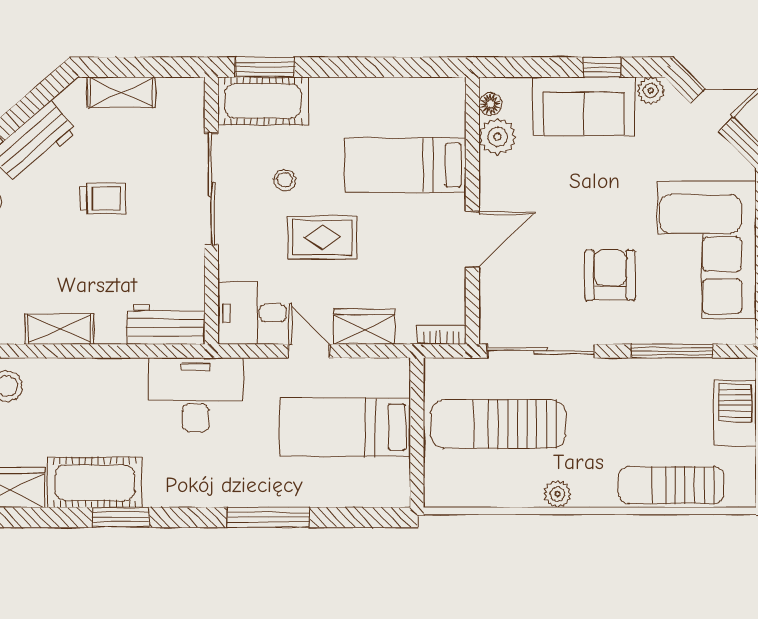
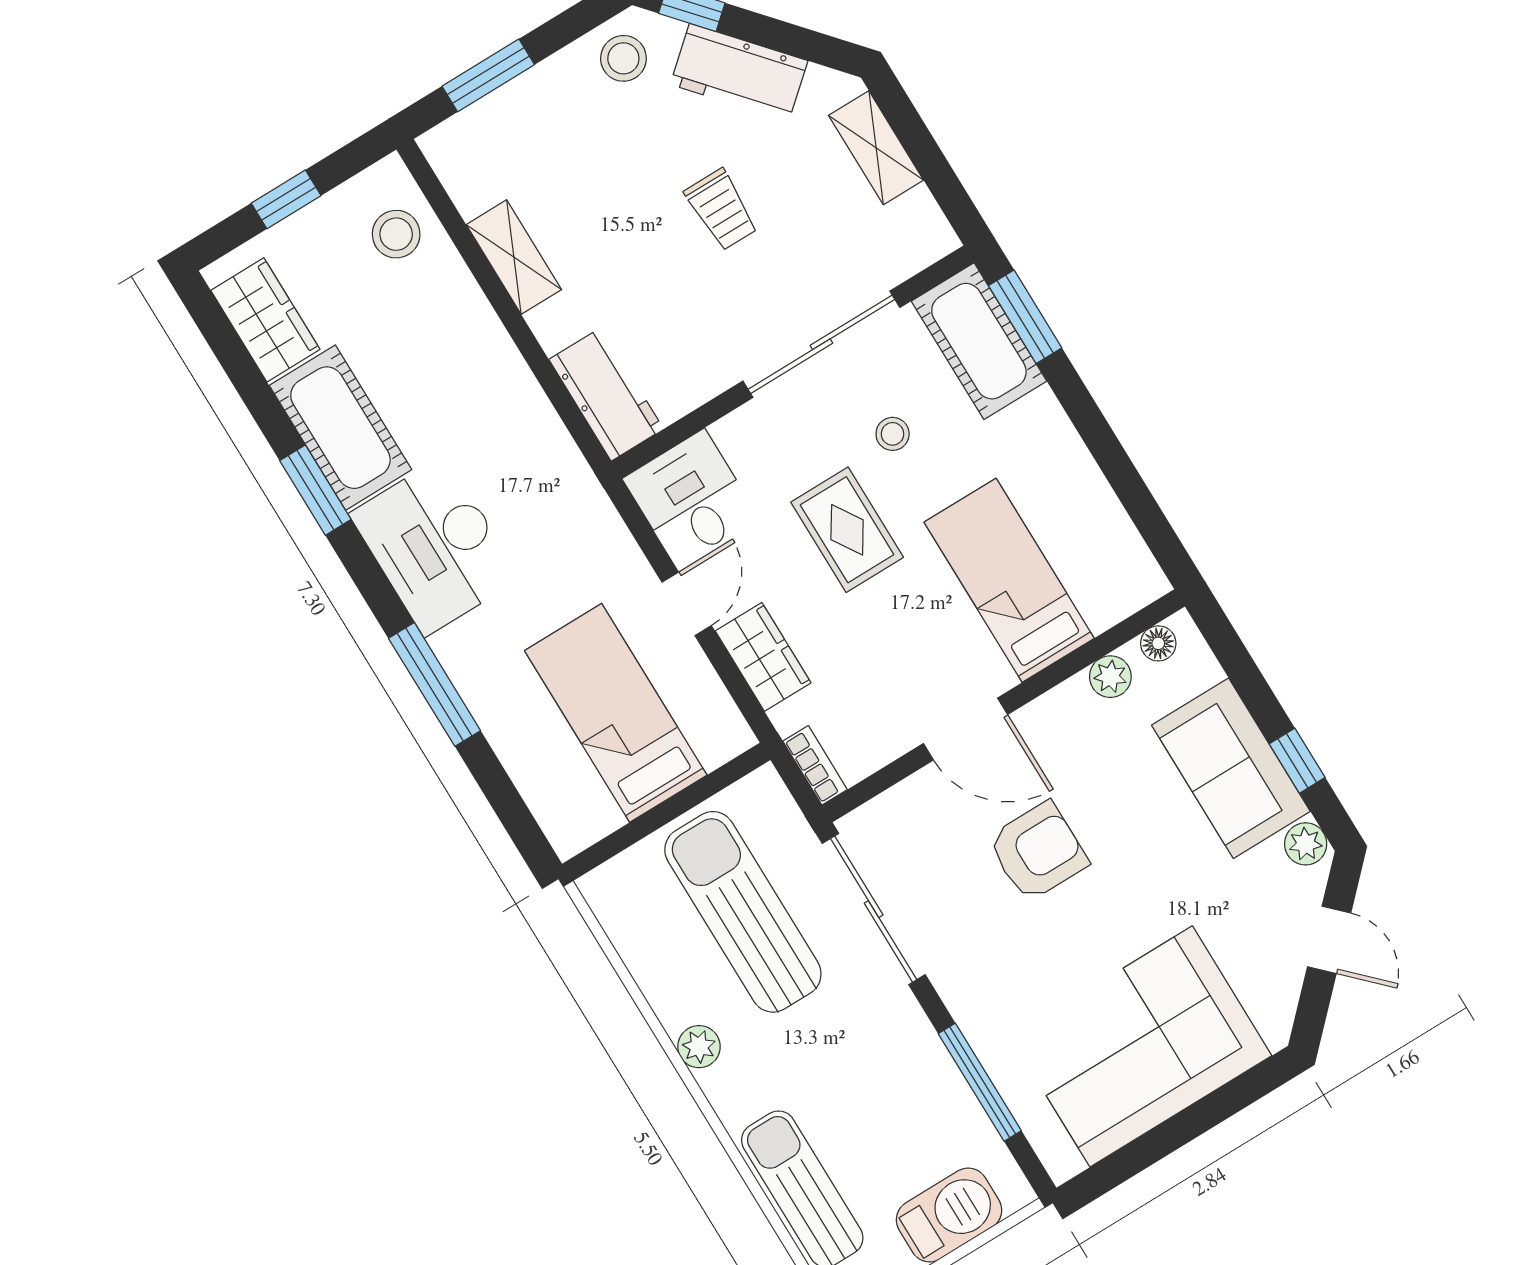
plant: (498, 137) -> (1110, 677), width x0.73, depth x0.73
armchair: (610, 275) -> (1038, 851), moved
desk: (196, 395) -> (435, 546), moved, turned 180

